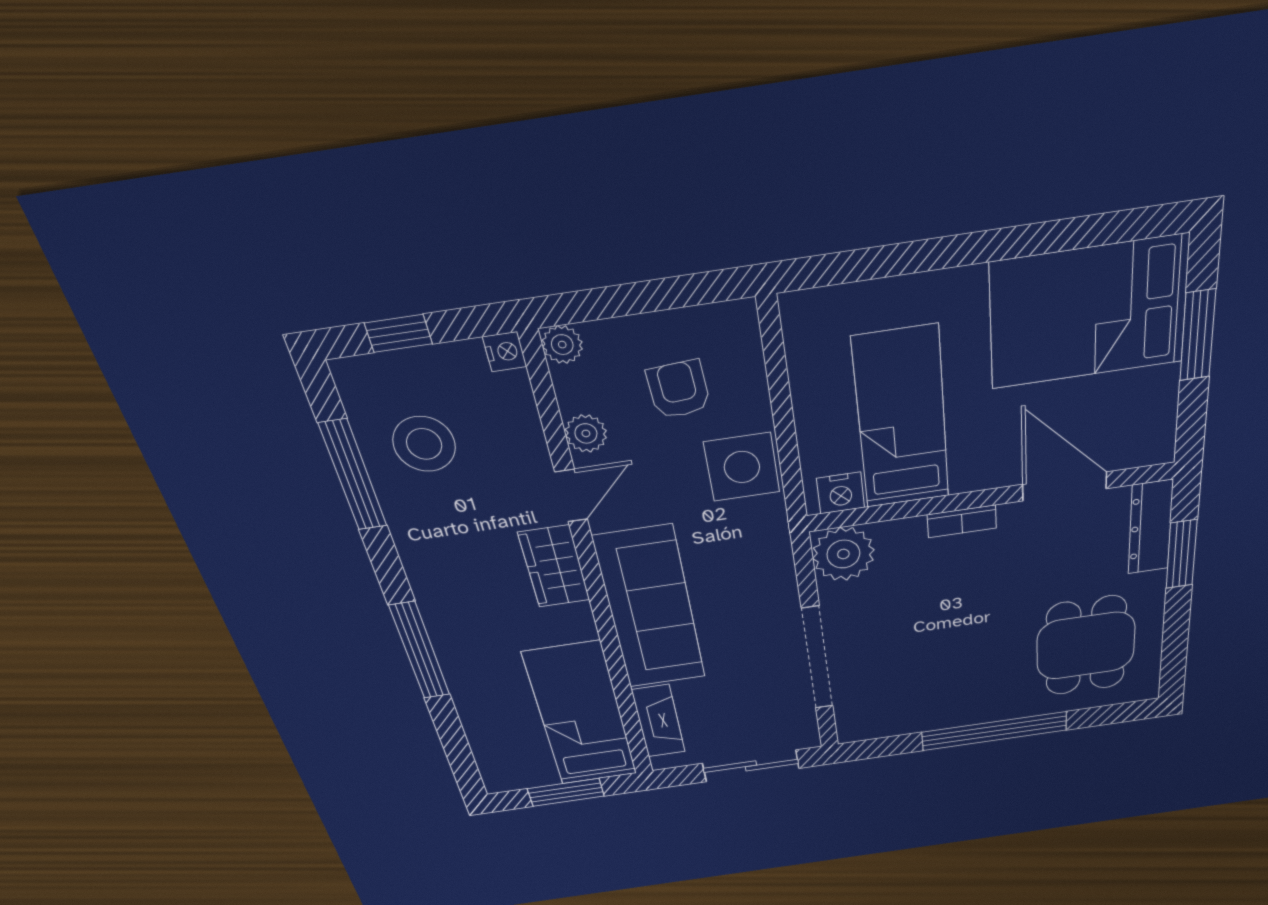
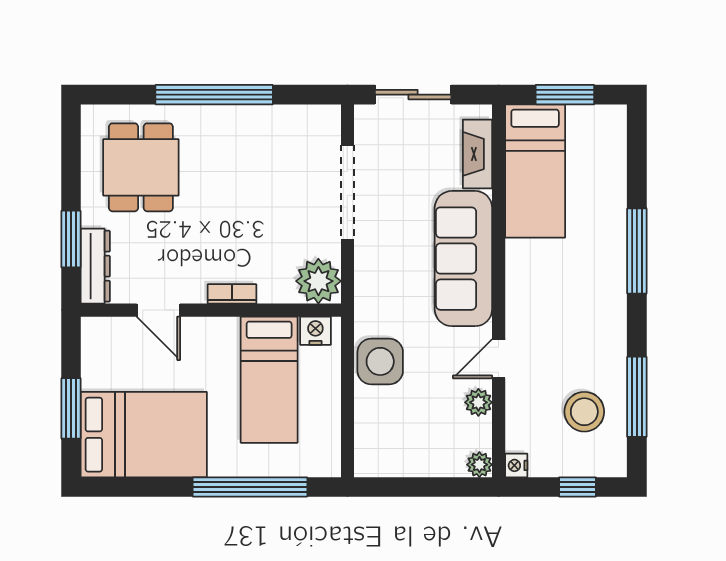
window: (919, 256) -> (250, 487), added
armchair: (679, 389) -> (413, 423), removed
door: (1064, 486) -> (158, 310), width x0.73
wardrobe: (554, 566) -> (523, 305), removed

